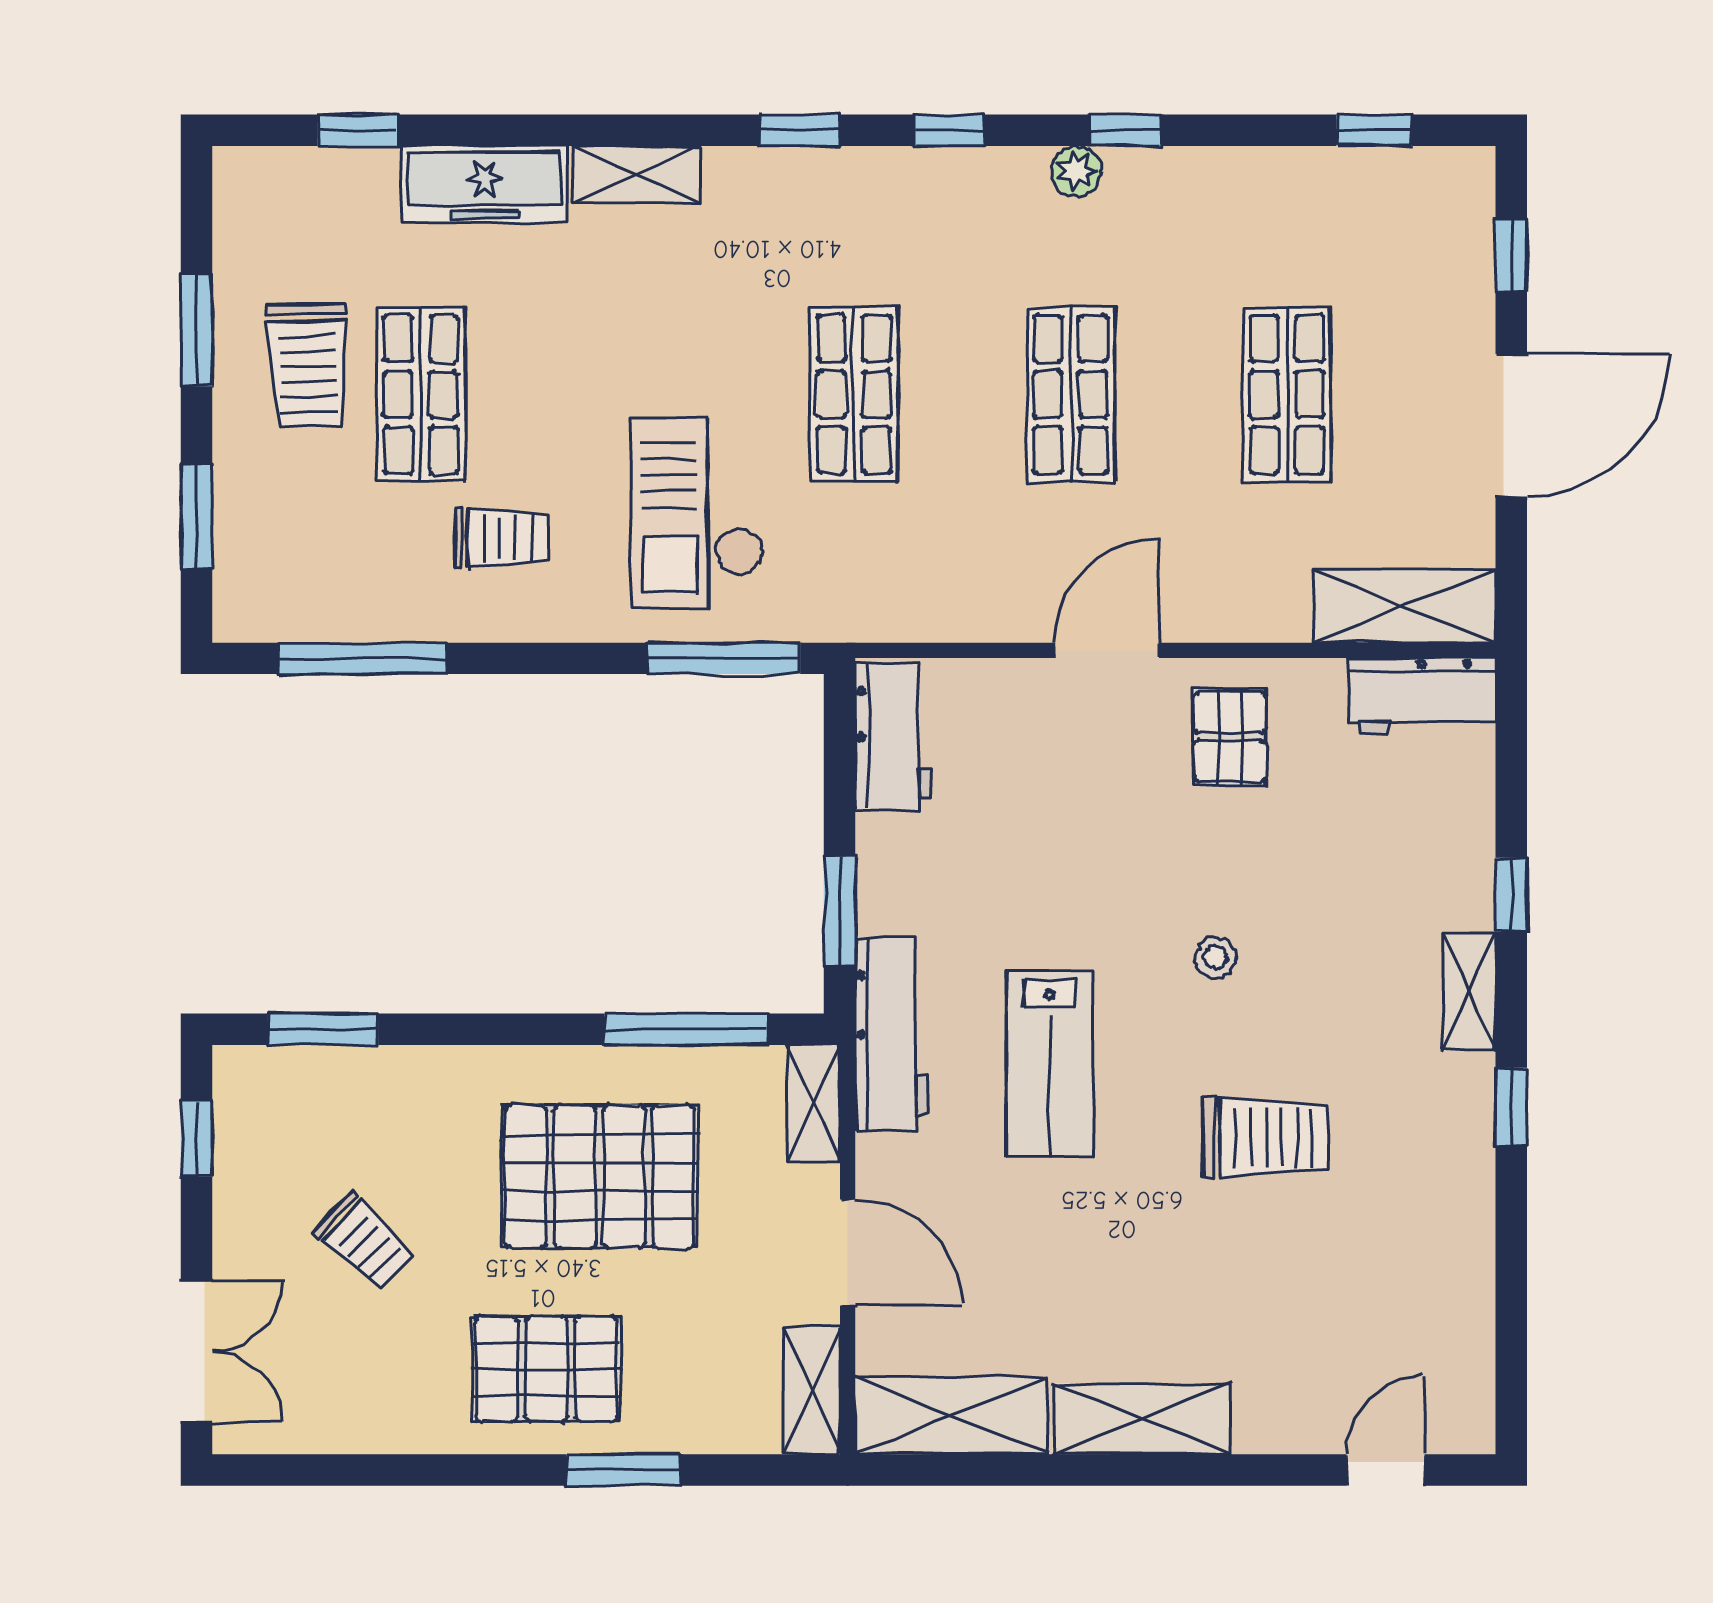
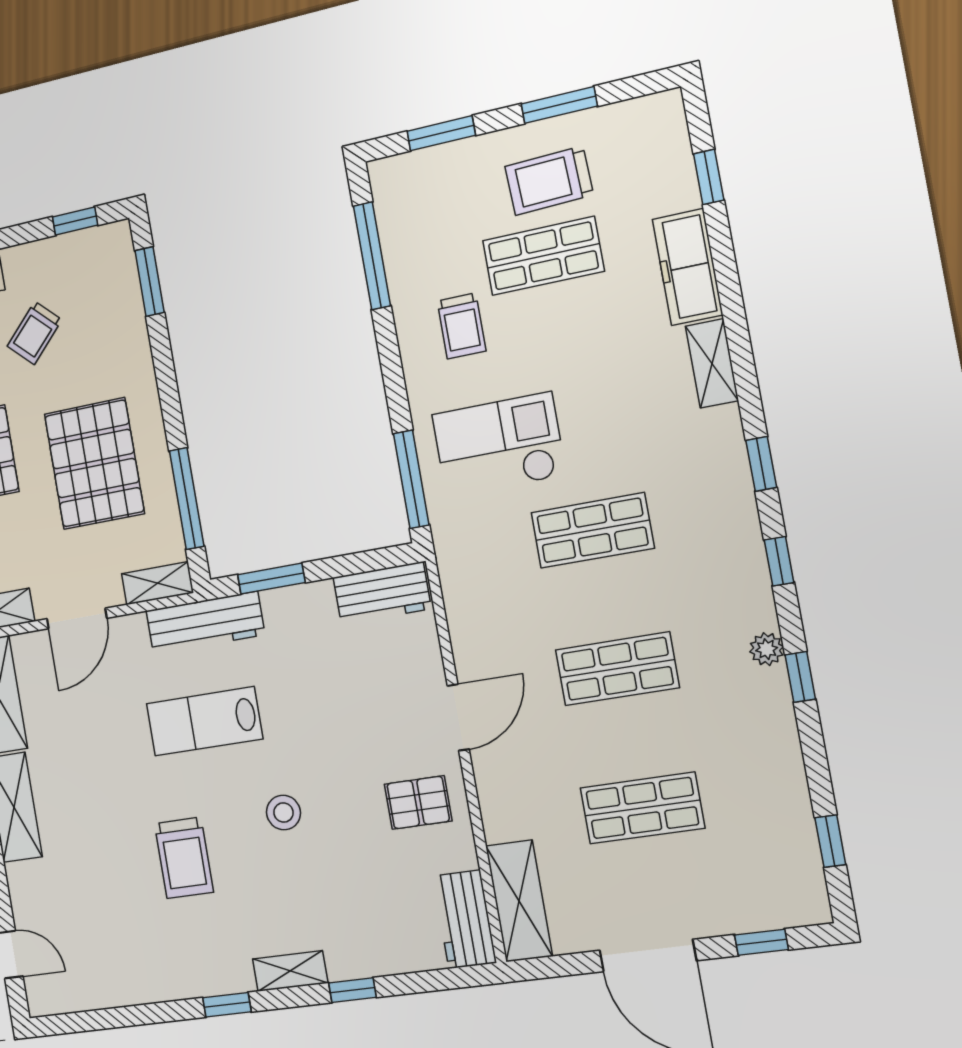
door: (1107, 650) -> (458, 717), hinge flipped
stool: (1215, 957) -> (284, 813), width x1.37, depth x1.37

